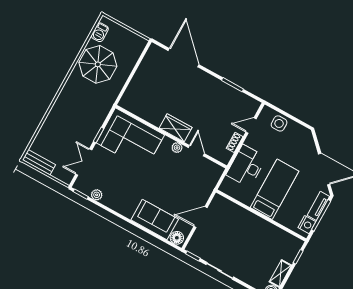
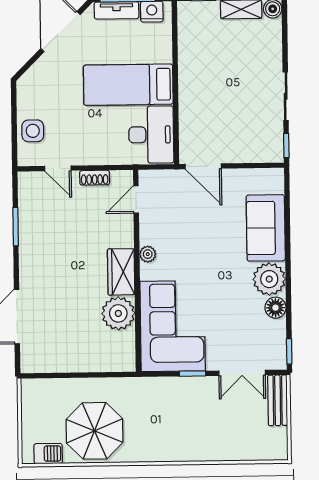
plant: (154, 113) -> (118, 313), added
door: (196, 151) -> (136, 199), moved
bench: (39, 162) -> (278, 400), moved
desk: (246, 166) -> (151, 135), moved, turned -90
plant: (97, 195) -> (269, 279), moved, width x1.87, depth x1.87
door: (201, 217) -> (203, 166), moved
floor lamp: (177, 238) -> (275, 308), moved

